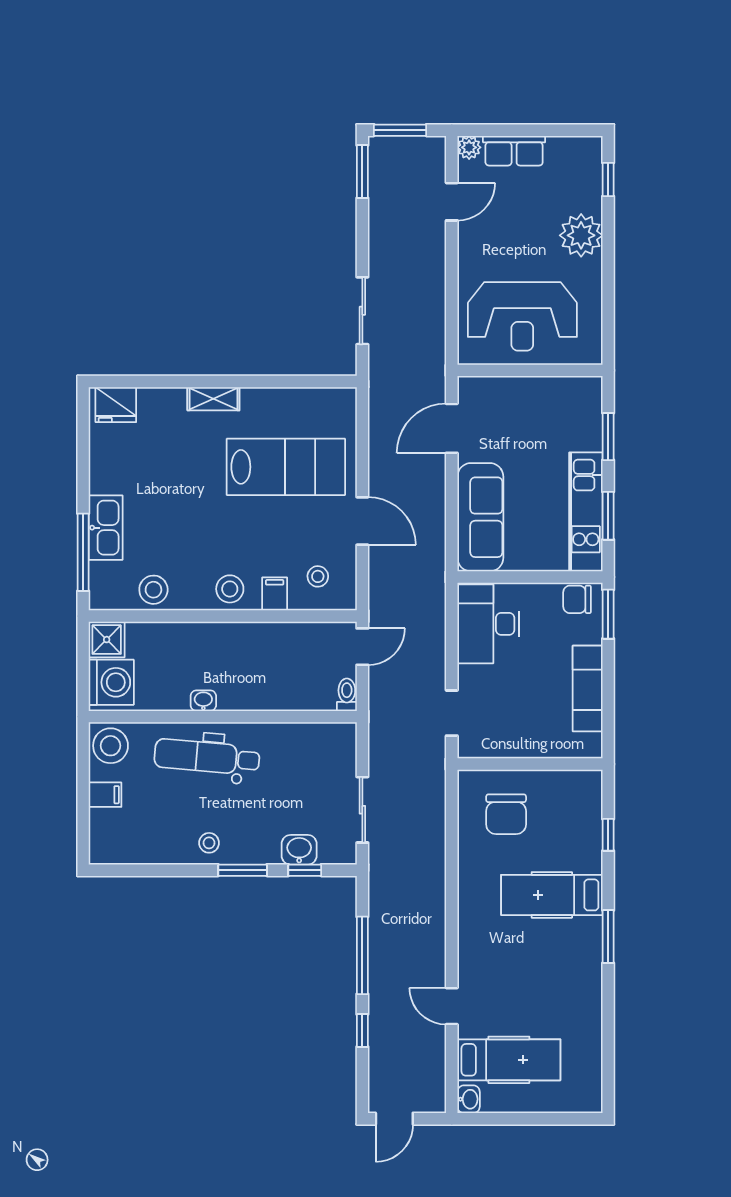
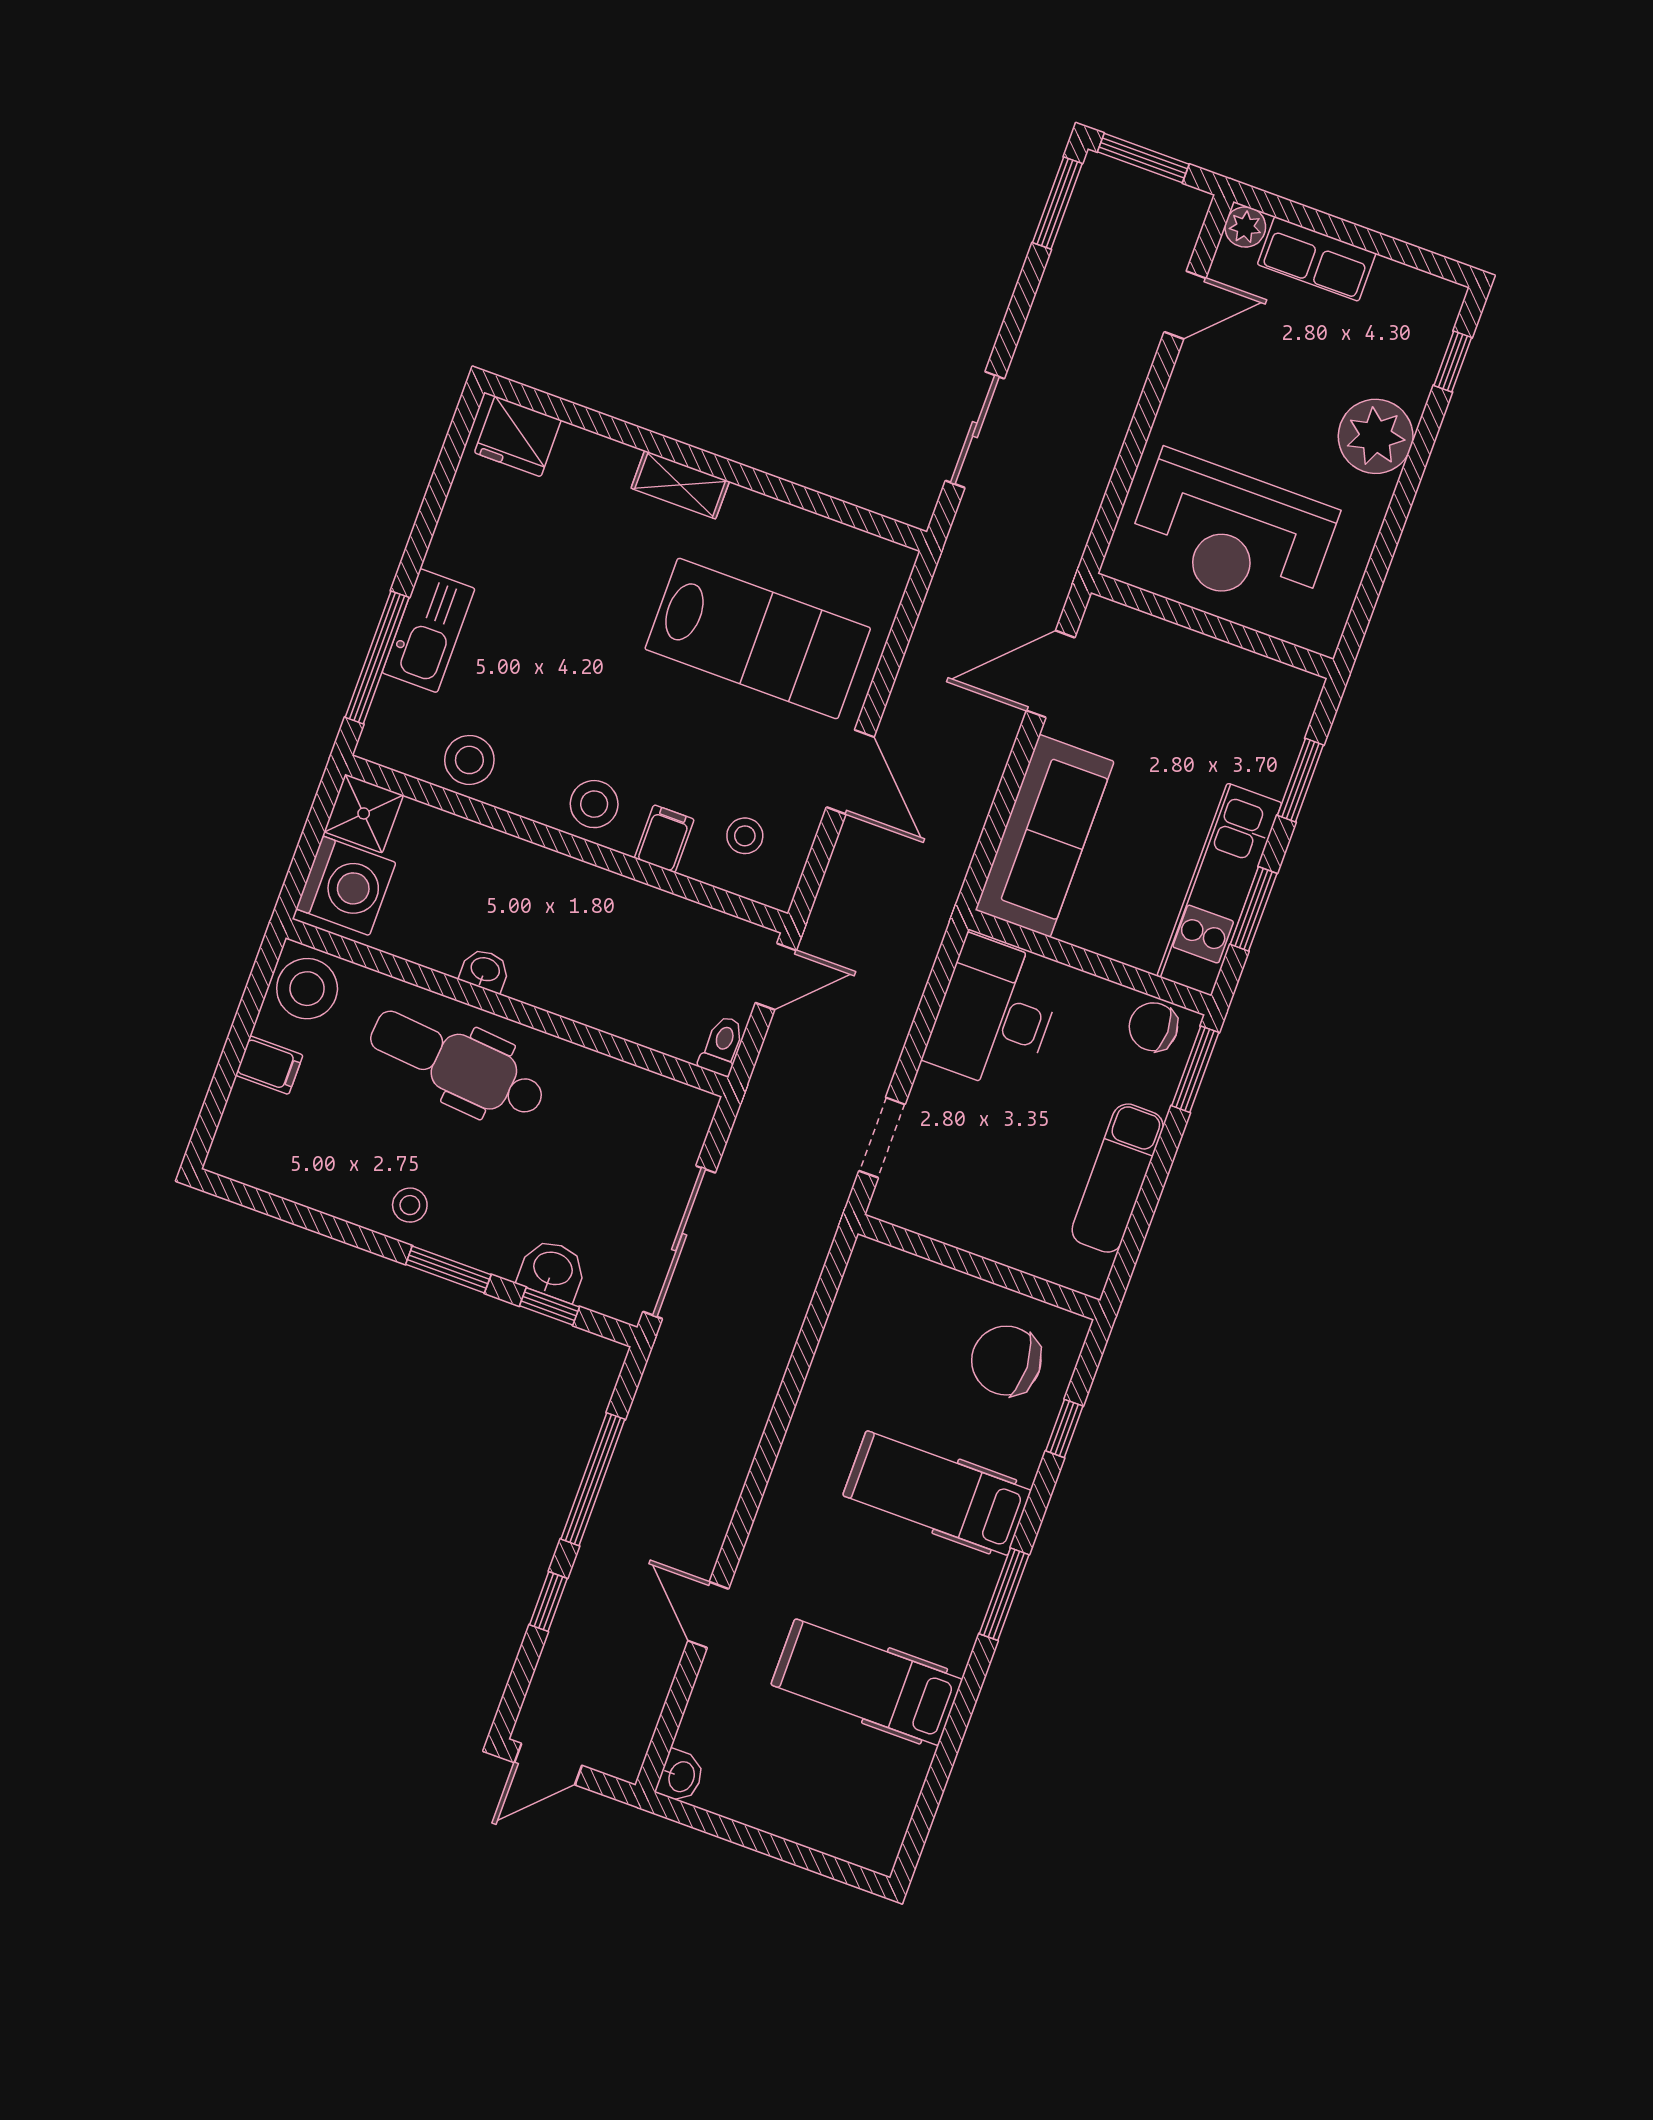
sliding door: (362, 810) -> (679, 1242), width x1.37
chair: (506, 814) -> (1006, 1361), moved, turned 88
hospital bed: (509, 1060) -> (867, 1682), moved, turned 180

